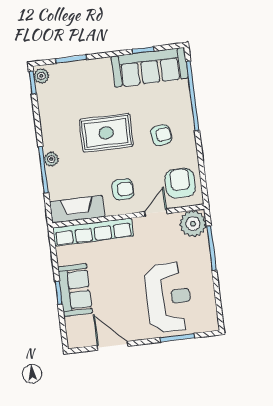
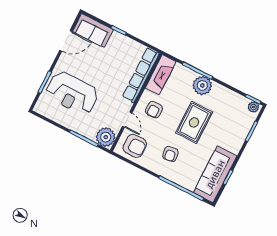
plant: (51, 159) -> (202, 85), width x1.87, depth x1.87
sofa: (75, 290) -> (93, 30), moved

